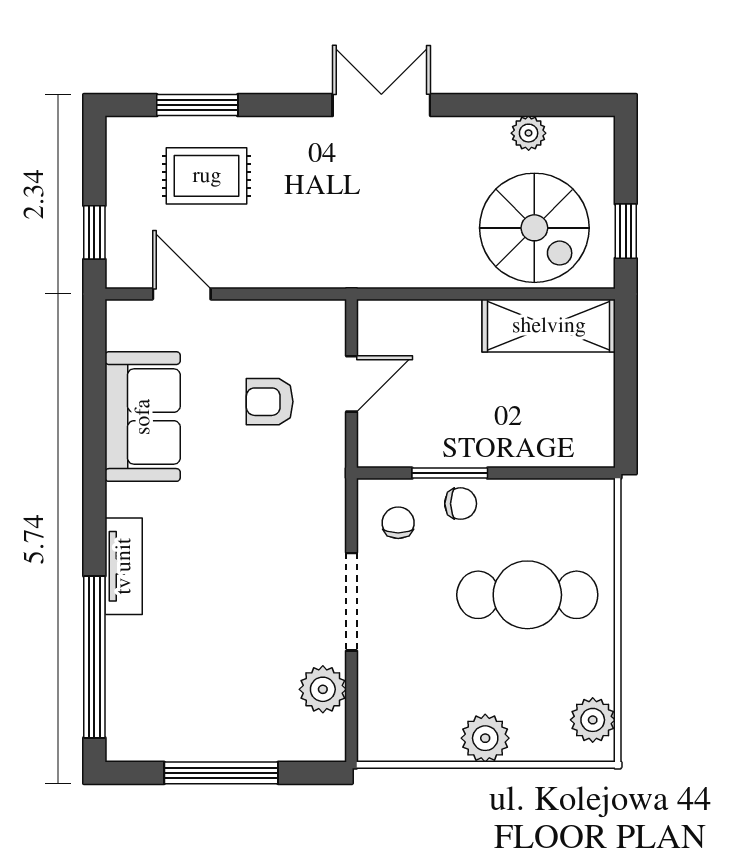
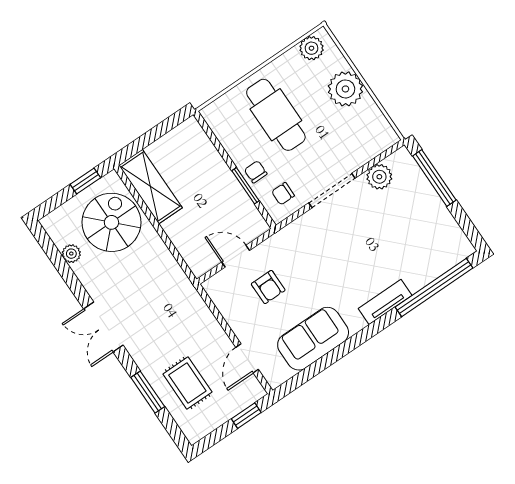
window: (197, 105) -> (148, 392), moved
plant: (485, 738) -> (345, 89), width x1.36, depth x1.36
window: (221, 773) -> (434, 178), moved

